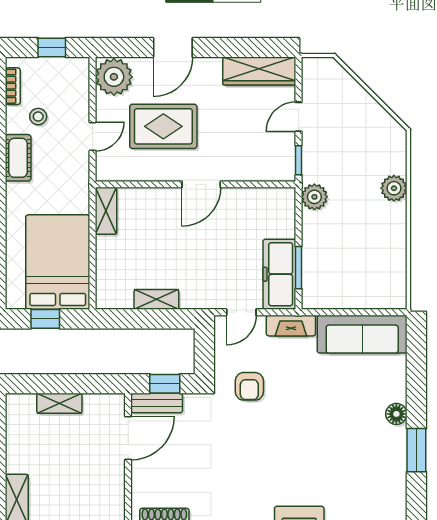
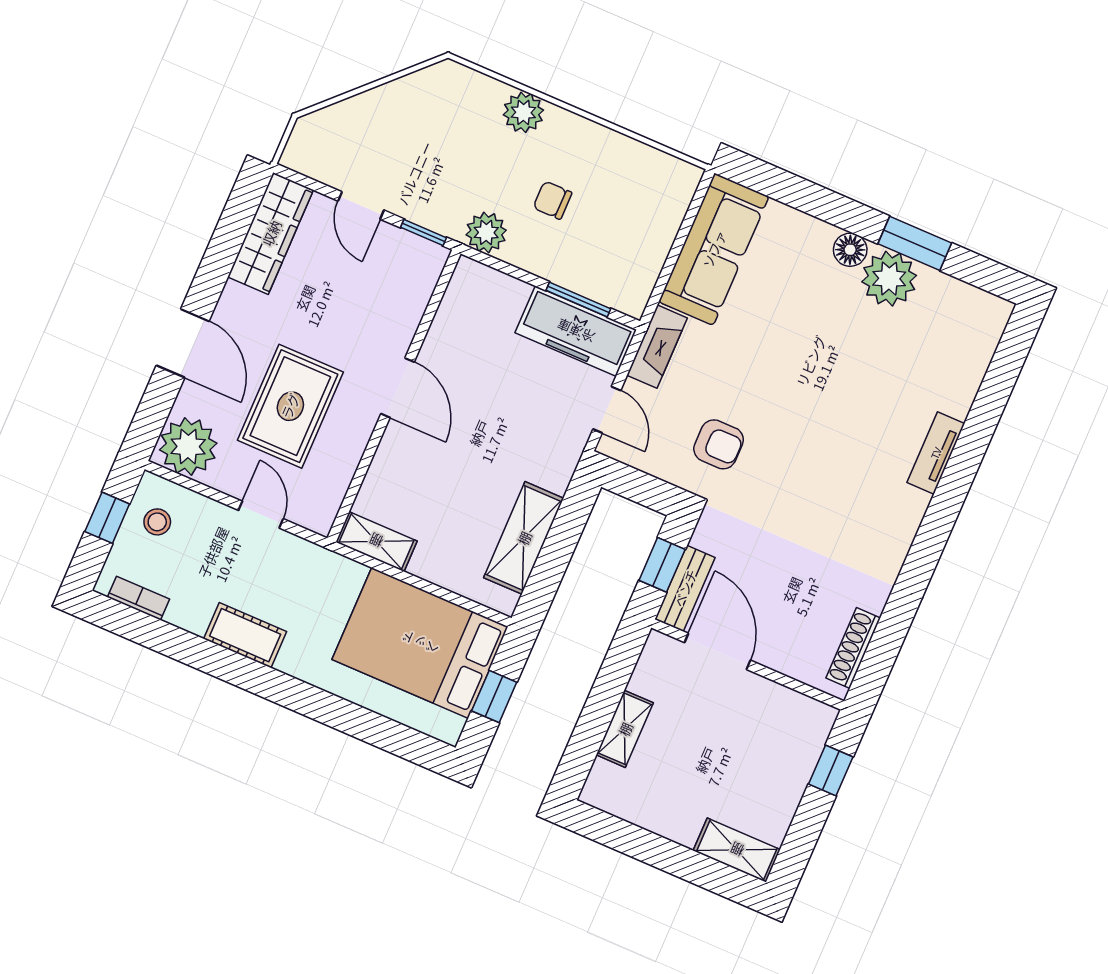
stool: (38, 117) -> (157, 522), moved
chair: (350, 227) -> (552, 200), added
shelving: (156, 299) -> (524, 538), width x1.50, depth x1.33
plant: (389, 444) -> (889, 279), added

